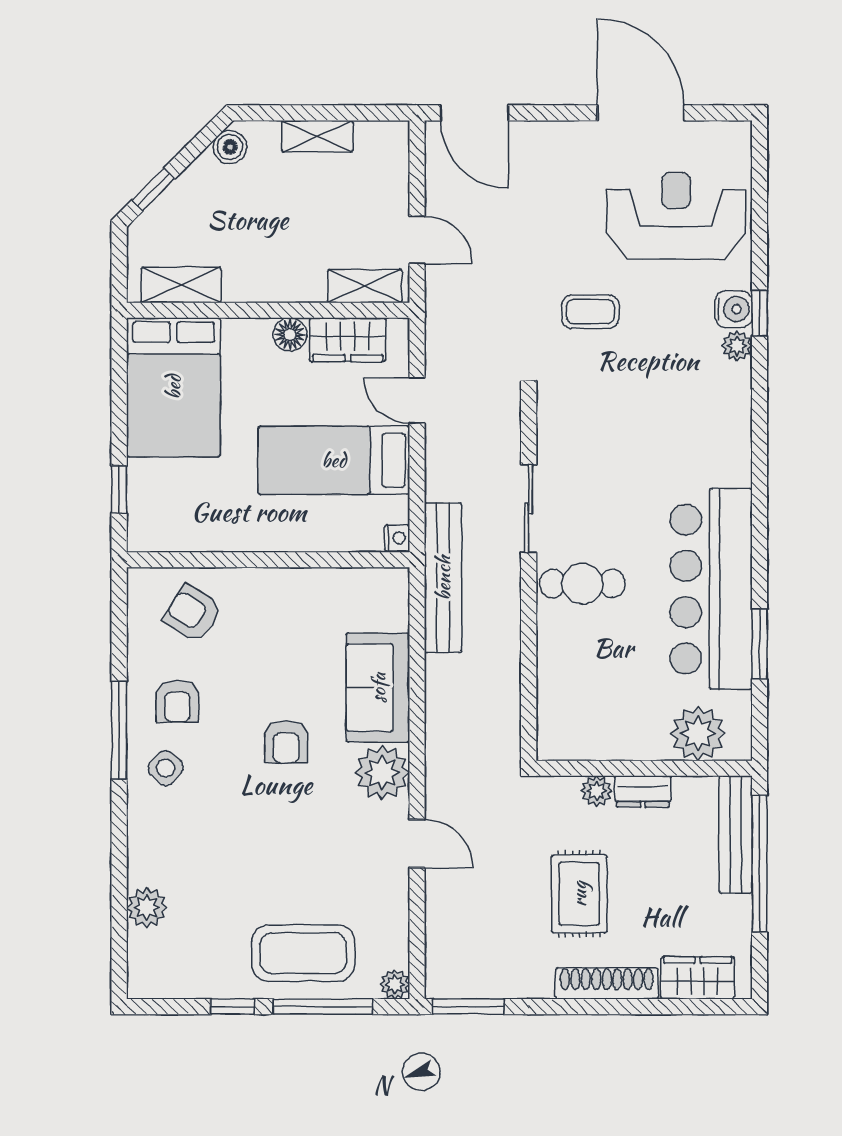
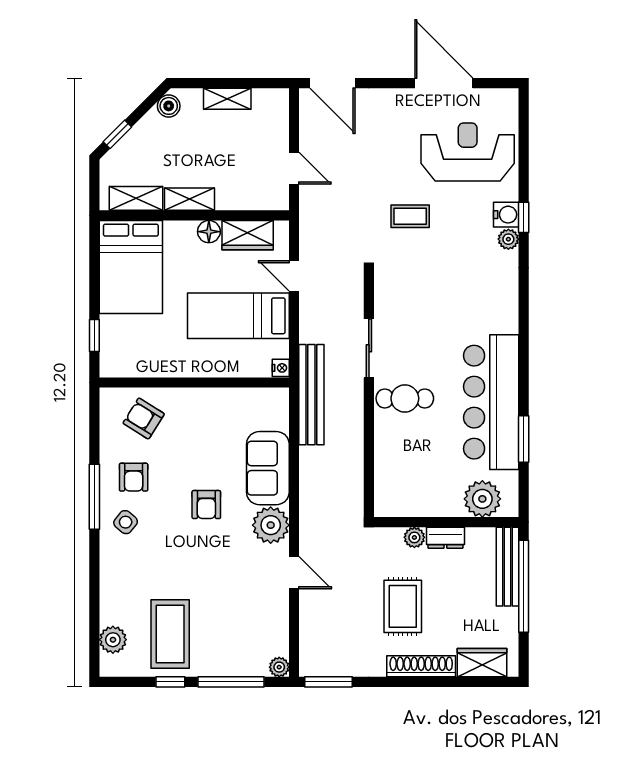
shelving: (365, 286) -> (189, 199), moved
plant: (147, 908) -> (113, 640), moved
coffee table: (303, 953) -> (170, 634), moved, turned 90

